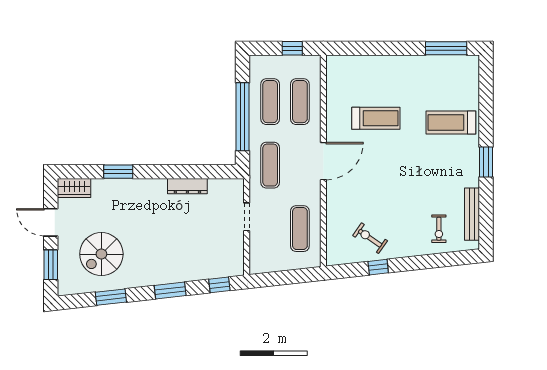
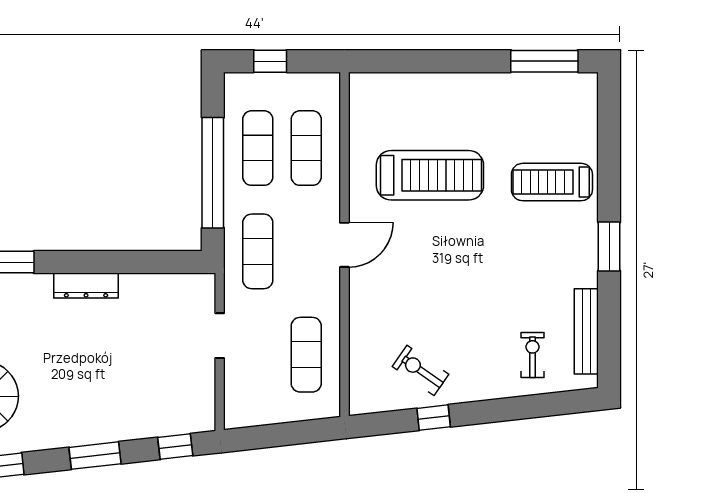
window: (292, 48) -> (270, 61), moved
treadmill: (376, 118) -> (430, 175), width x1.37, depth x1.38
door: (323, 161) -> (344, 245), width x0.73
dresser: (187, 186) -> (86, 286), moved
exercise bike: (439, 229) -> (532, 355), turned 180

